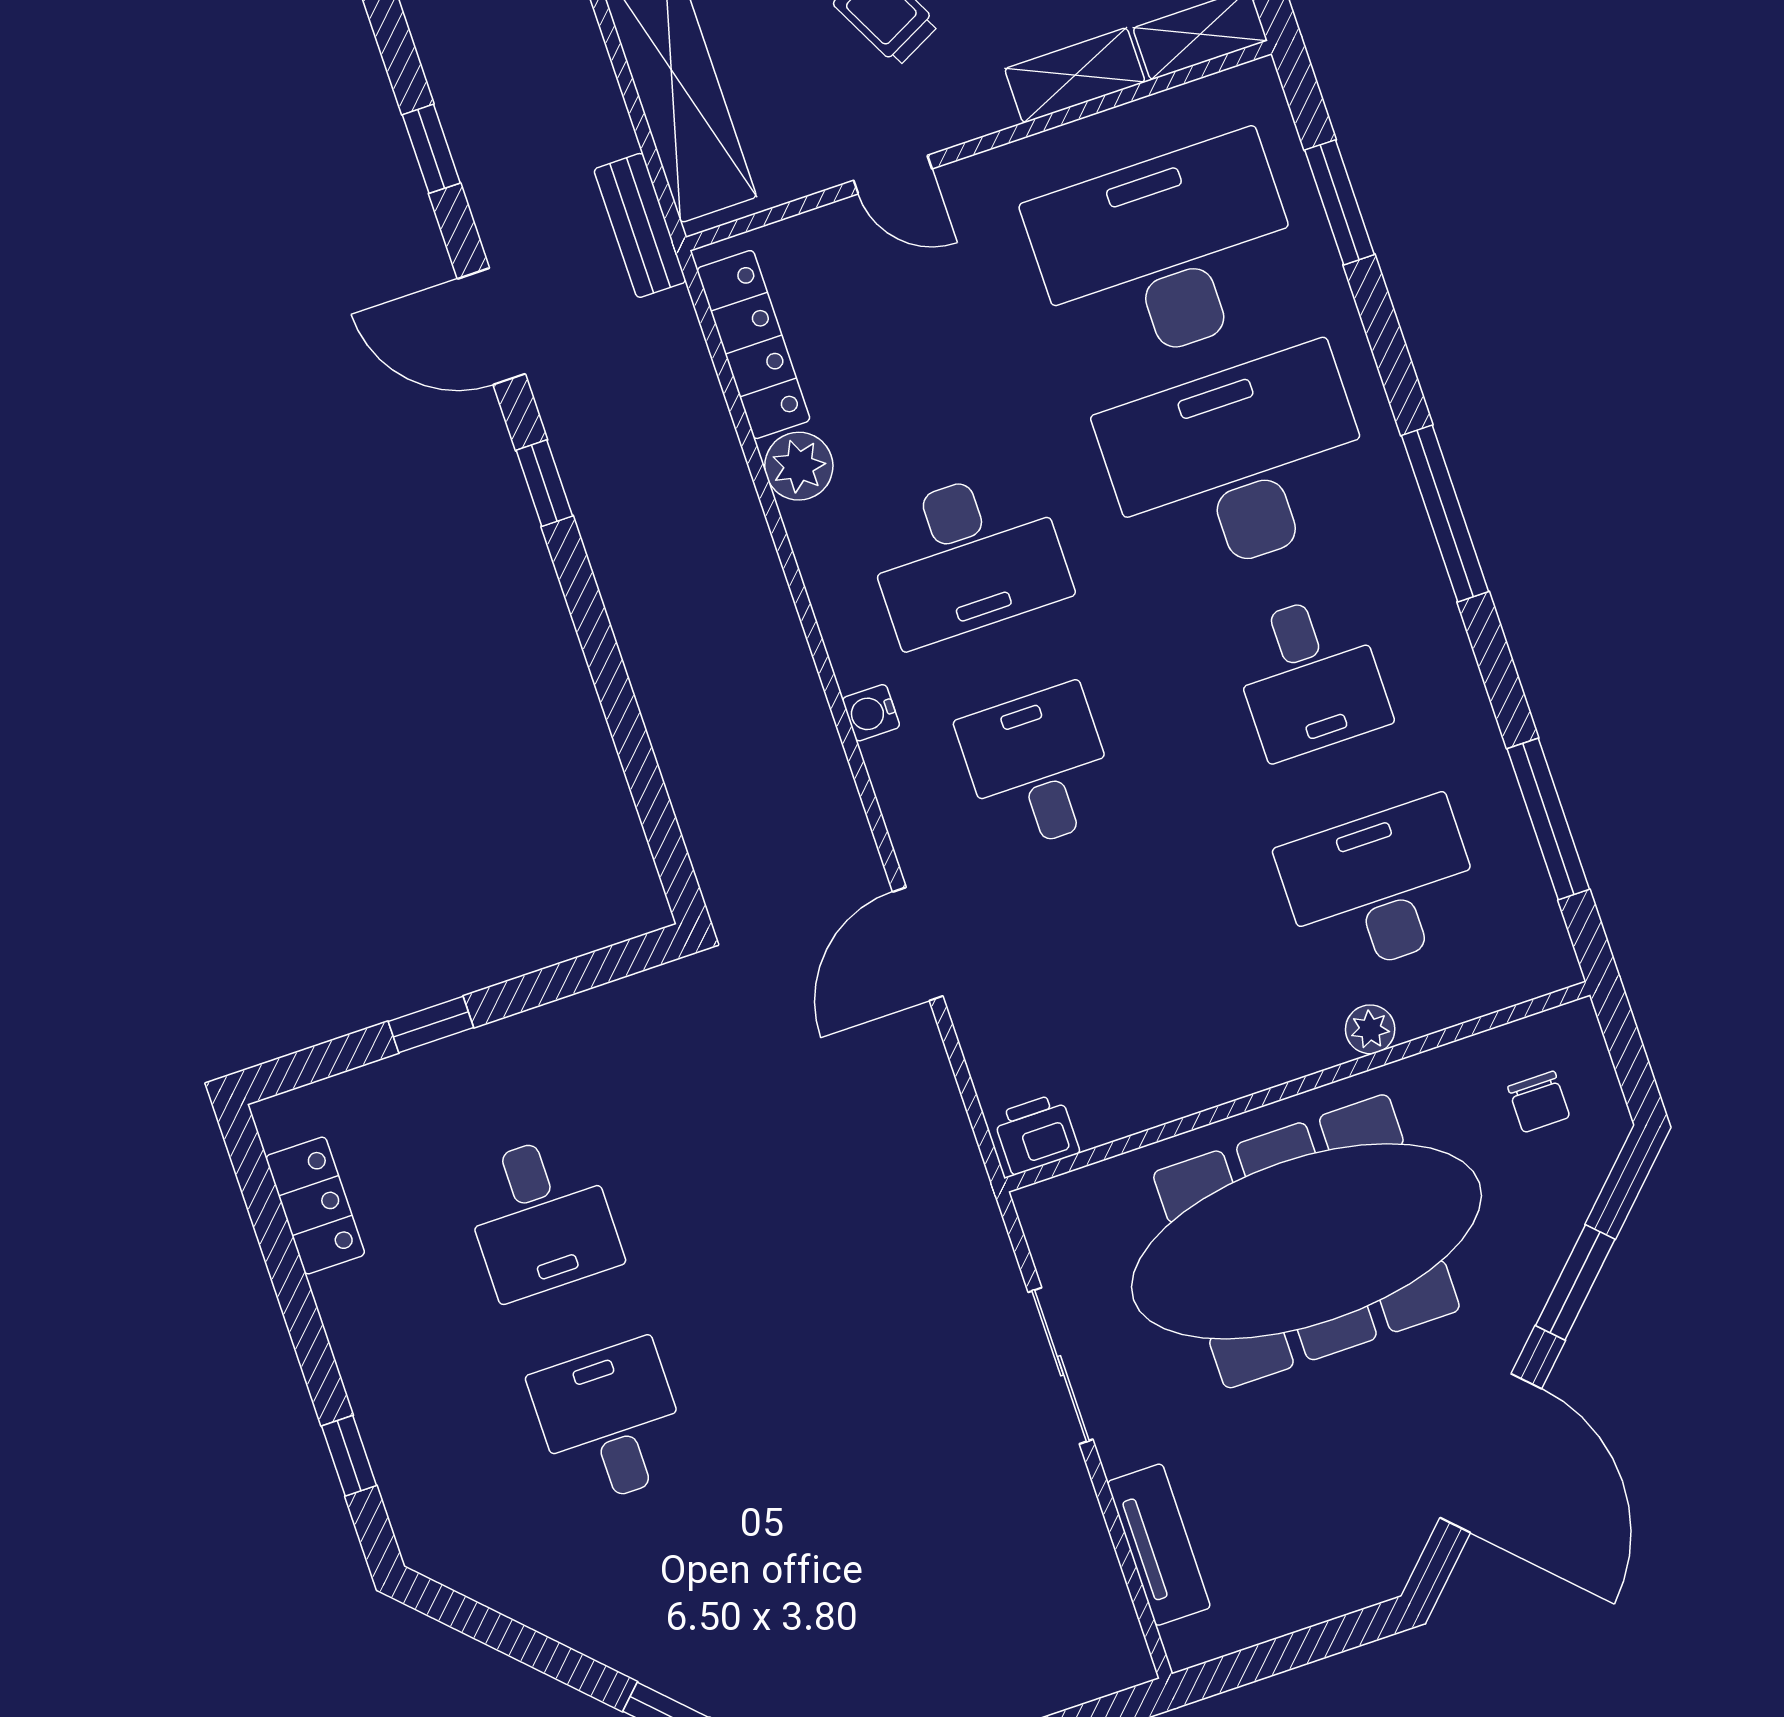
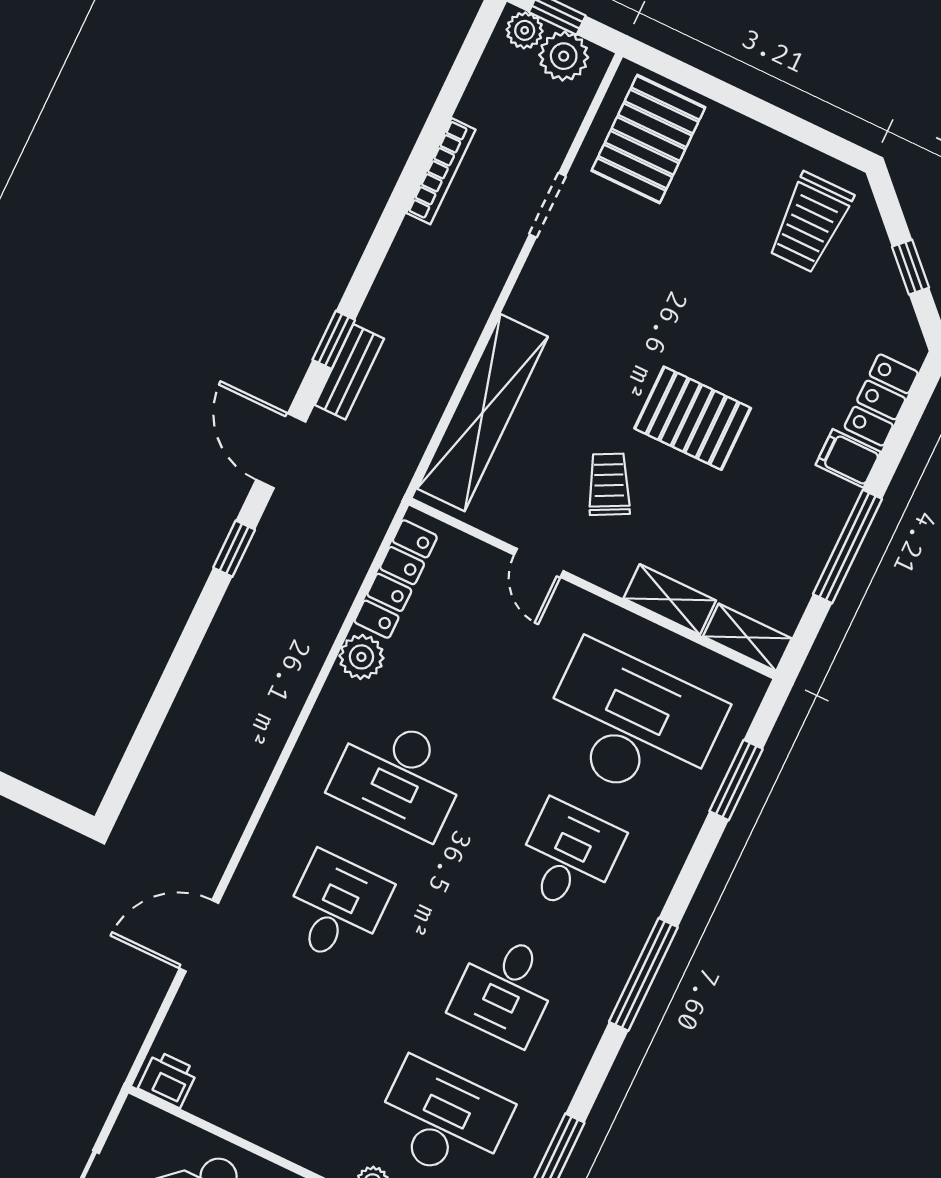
bench: (640, 225) -> (349, 372), moved
desk: (1238, 464) -> (568, 857), width x0.53, depth x0.77
water cooler: (871, 713) -> (283, 806), removed

